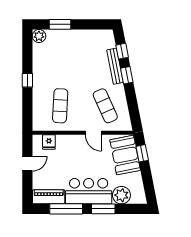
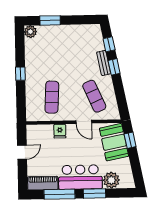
bench: (115, 66) -> (104, 63), width x0.73
fridge: (49, 142) -> (60, 131), moved

